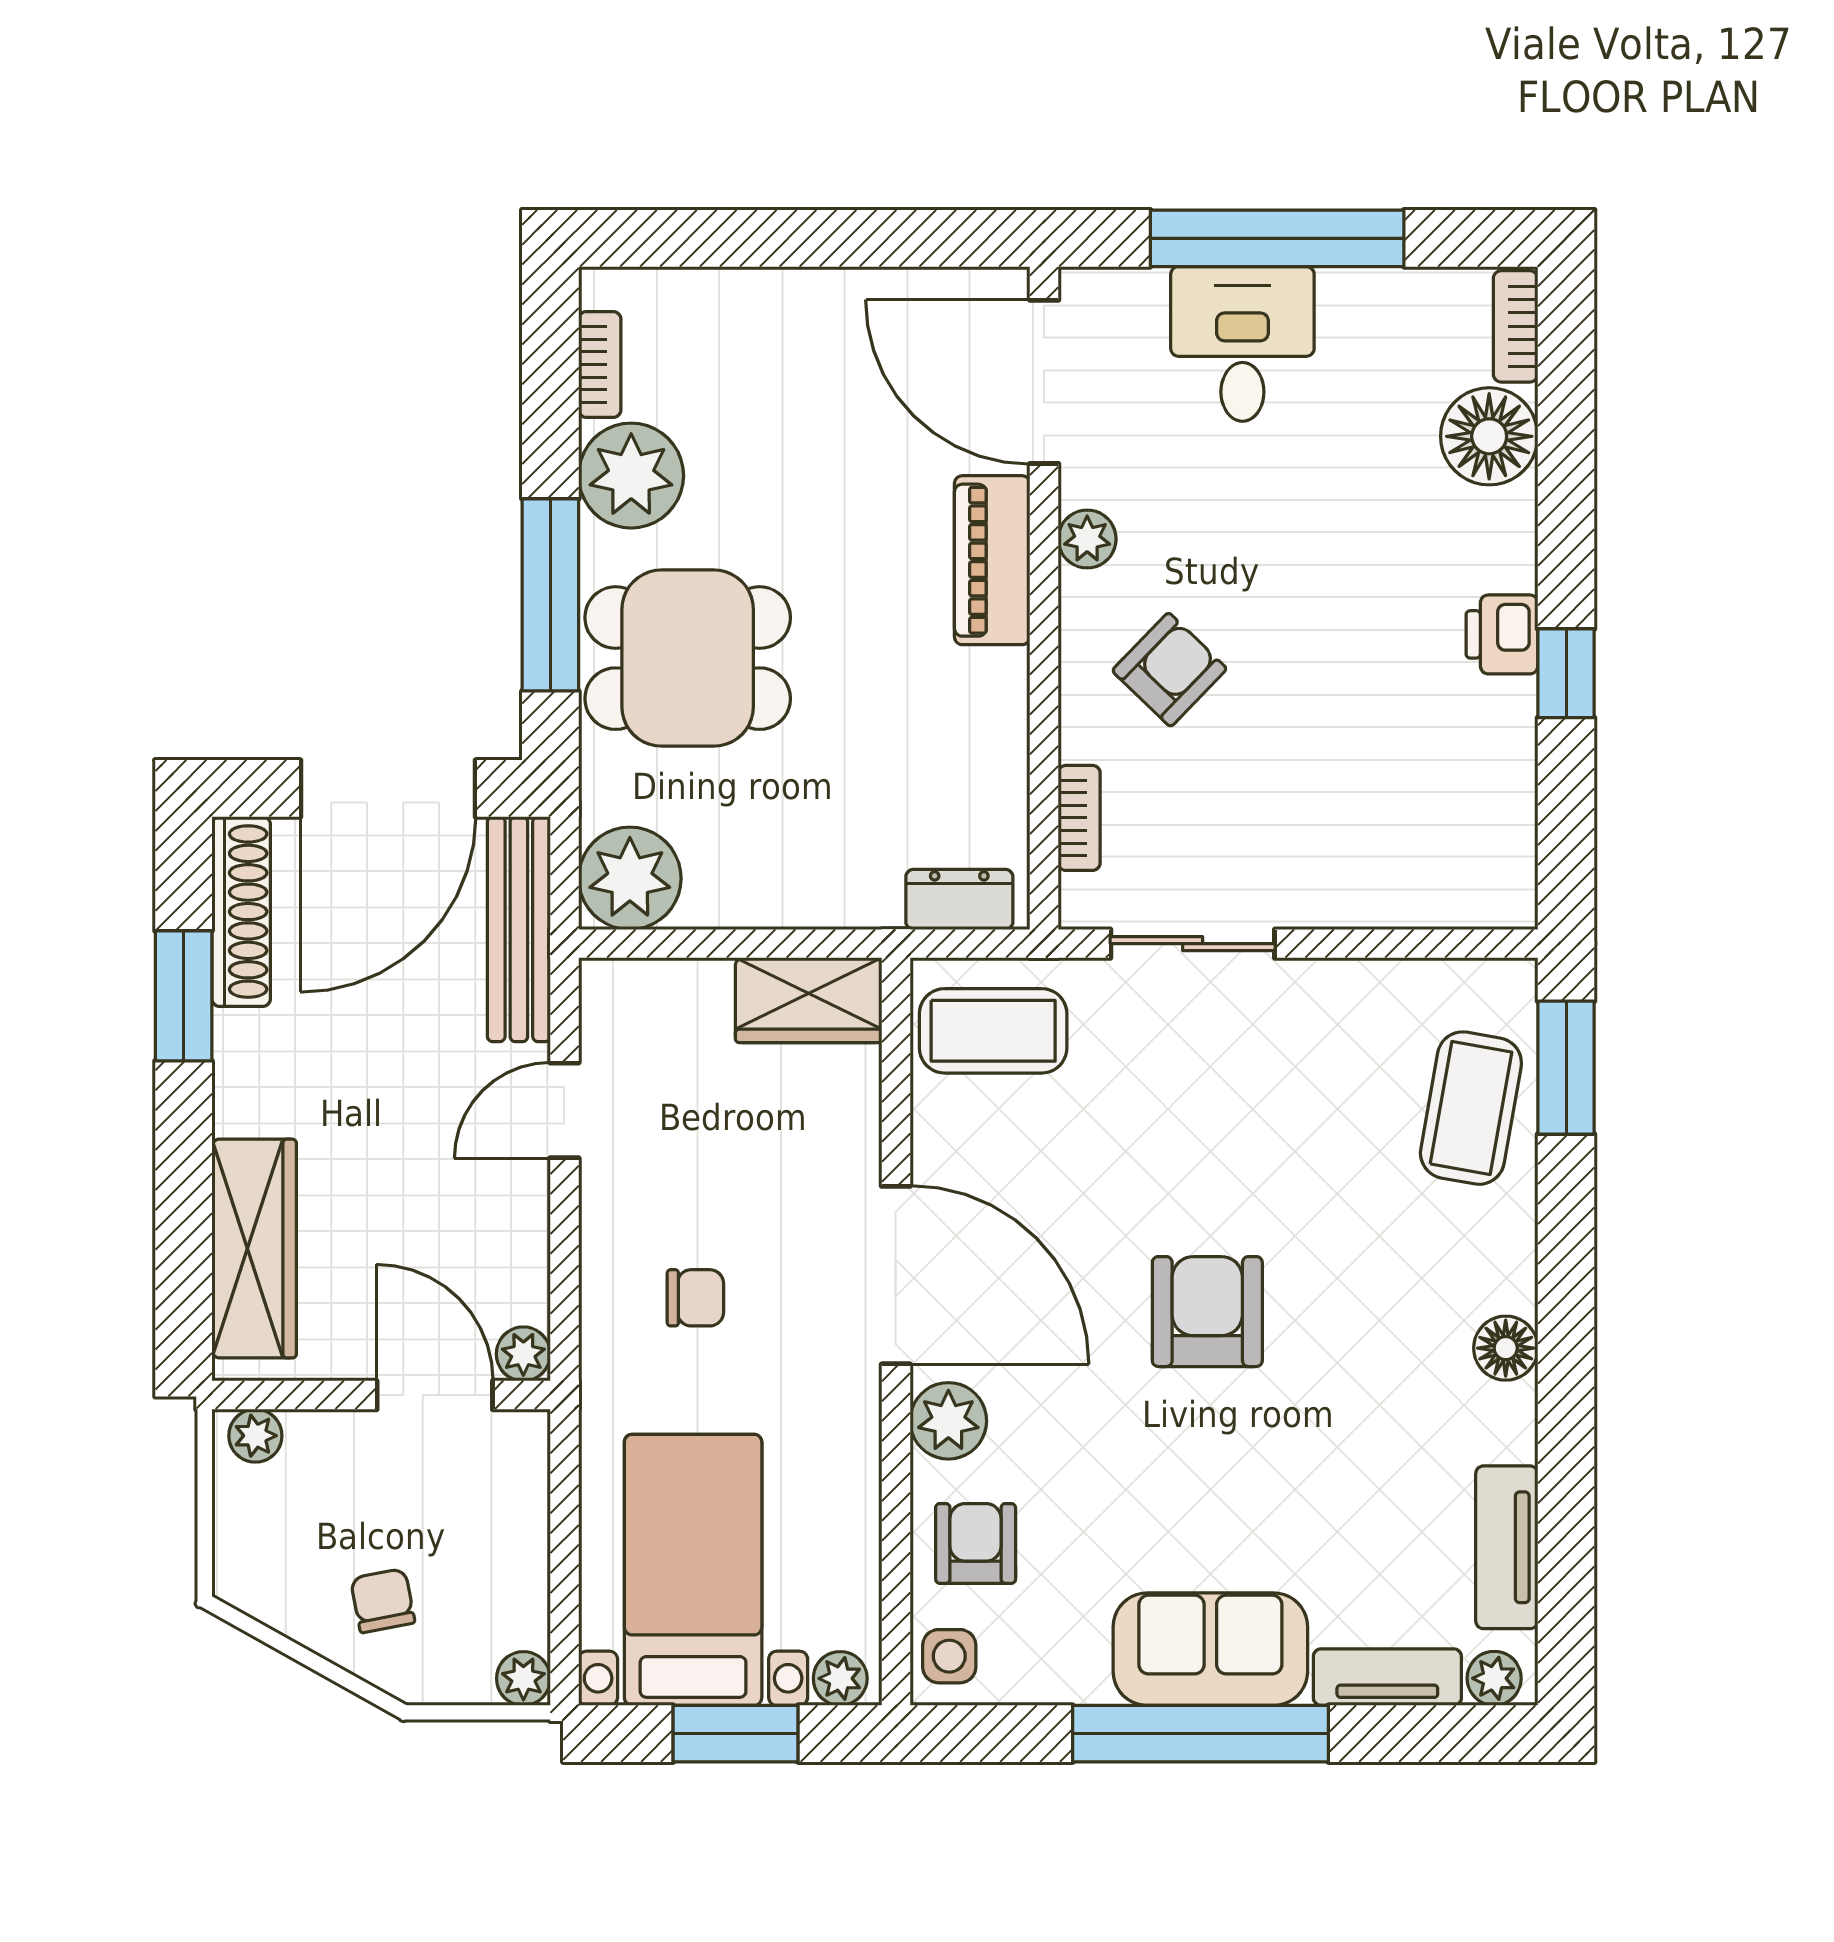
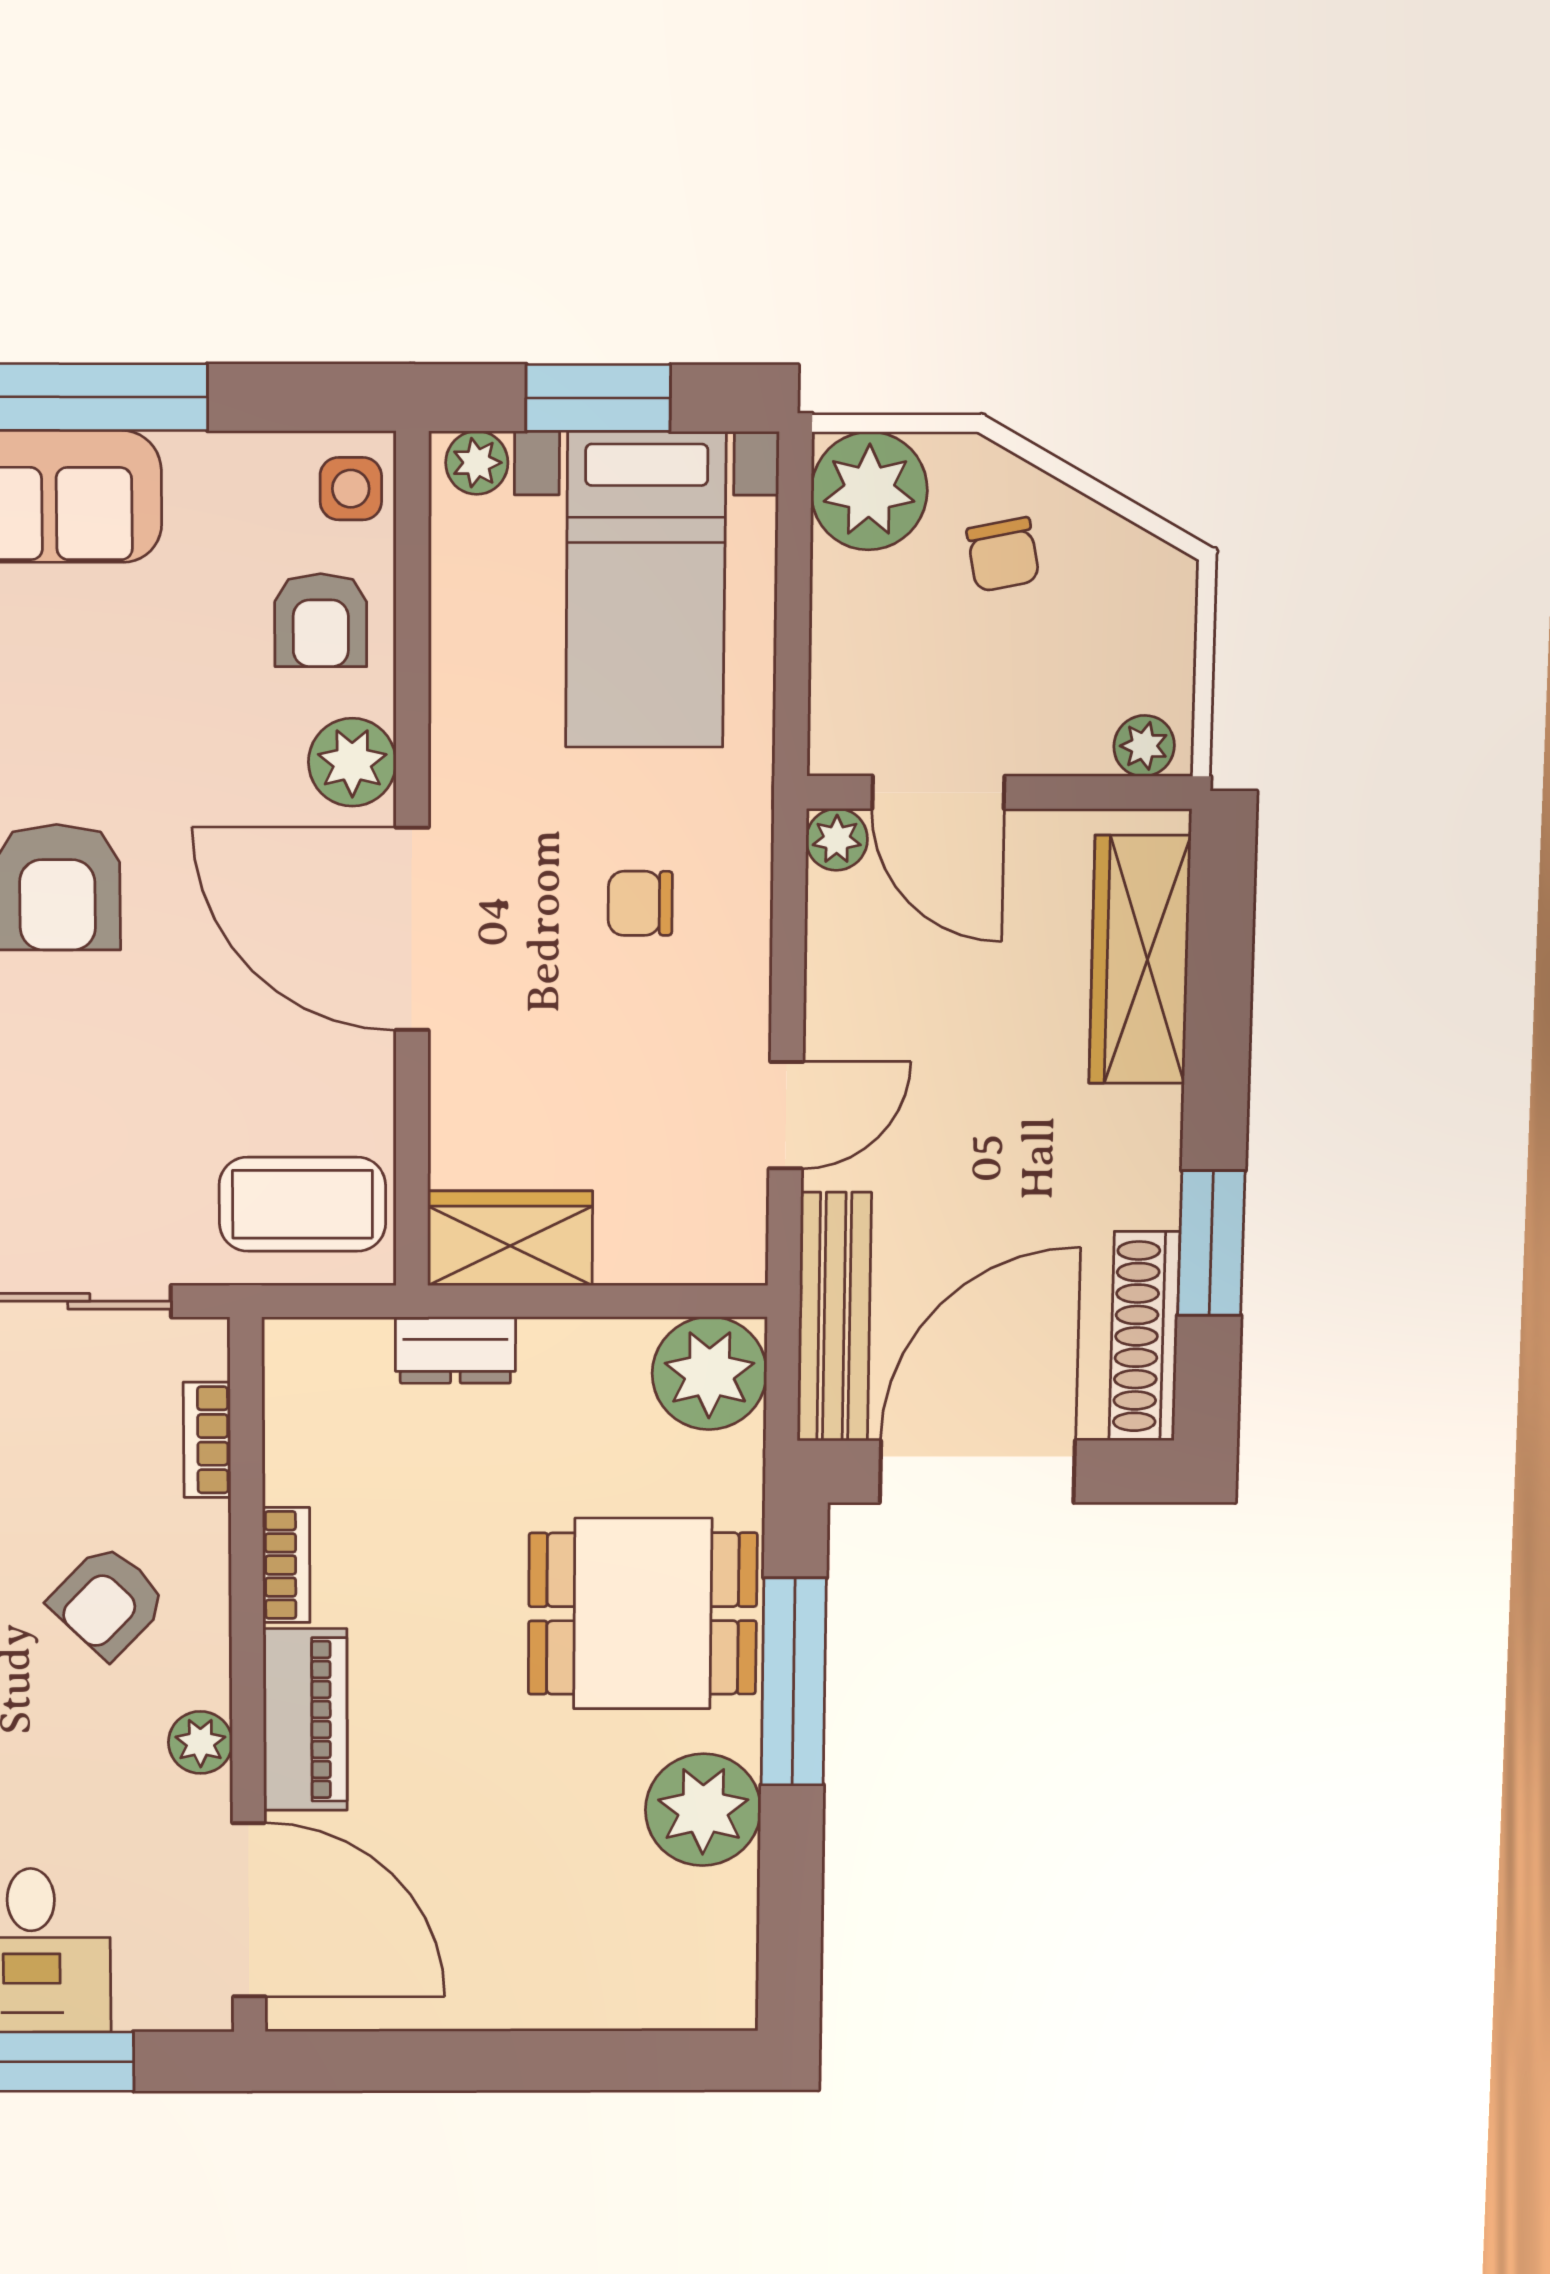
bookcase: (600, 364) -> (286, 1565), moved, turned 180
dresser: (959, 899) -> (455, 1350), moved
plant: (523, 1678) -> (869, 491), width x1.88, depth x1.88

